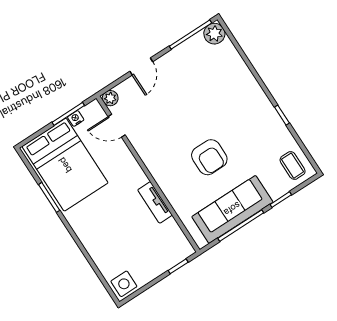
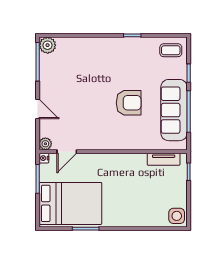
nightstand: (76, 118) -> (44, 158), moved
tv unit: (155, 202) -> (164, 159), moved

